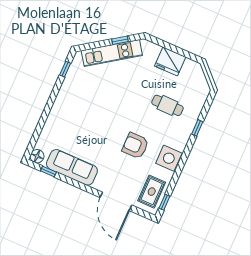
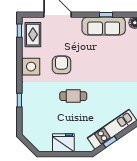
cafe table: (167, 105) -> (73, 96), moved
armchair: (135, 146) -> (62, 65), turned -90
window: (48, 172) -> (106, 15), moved

